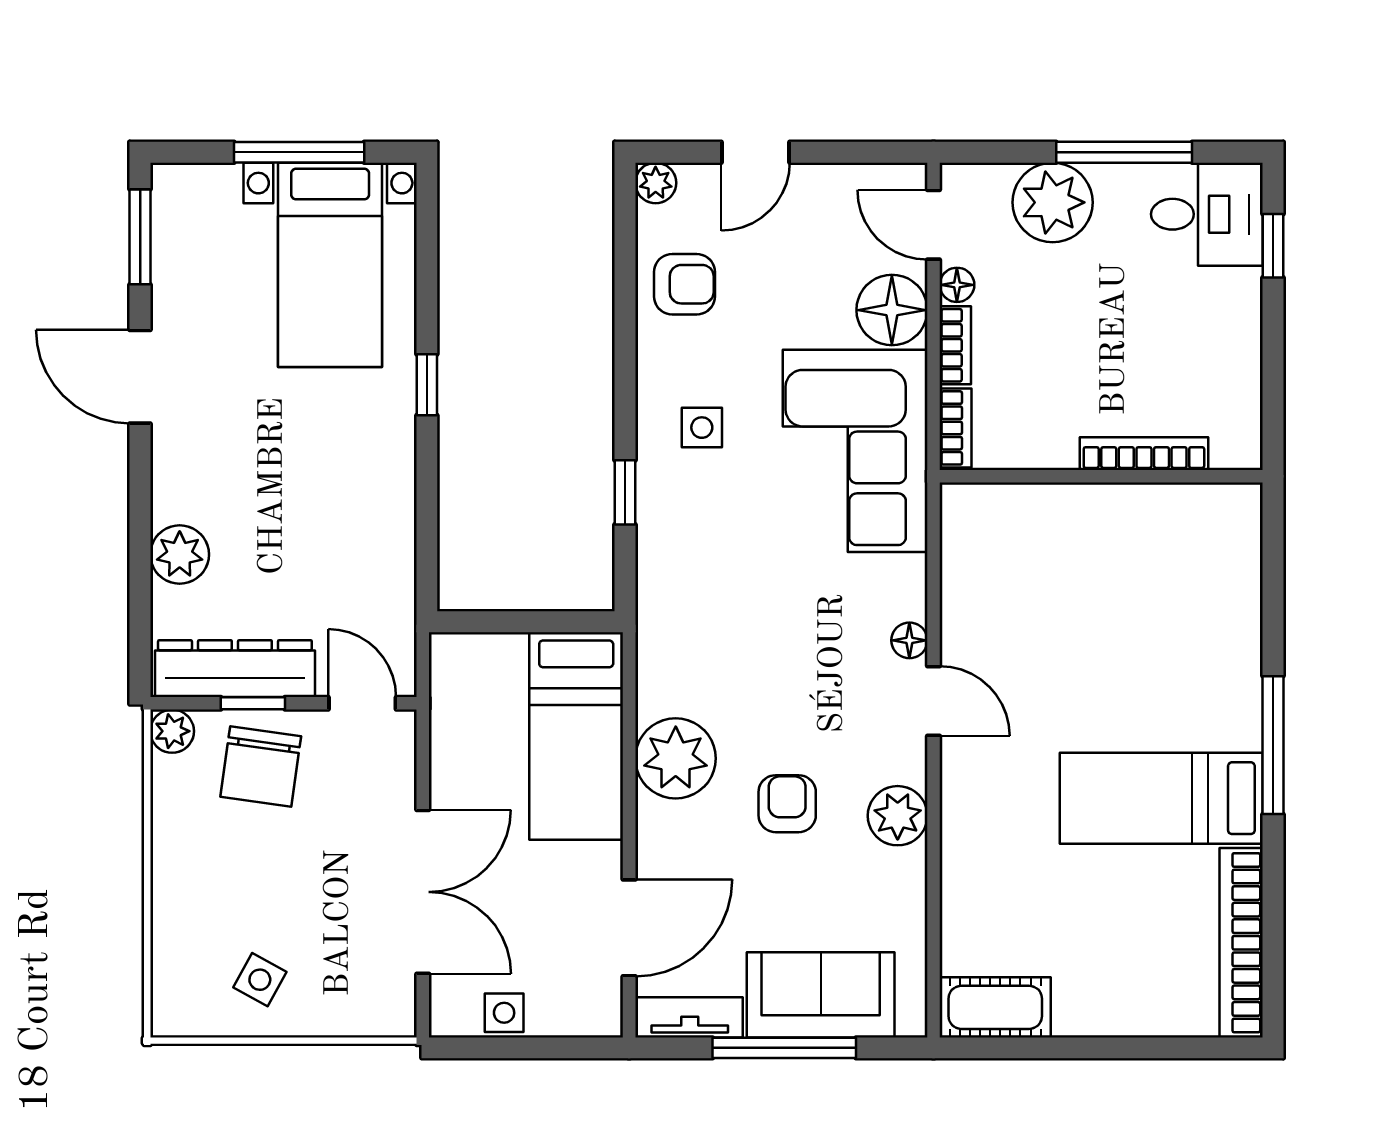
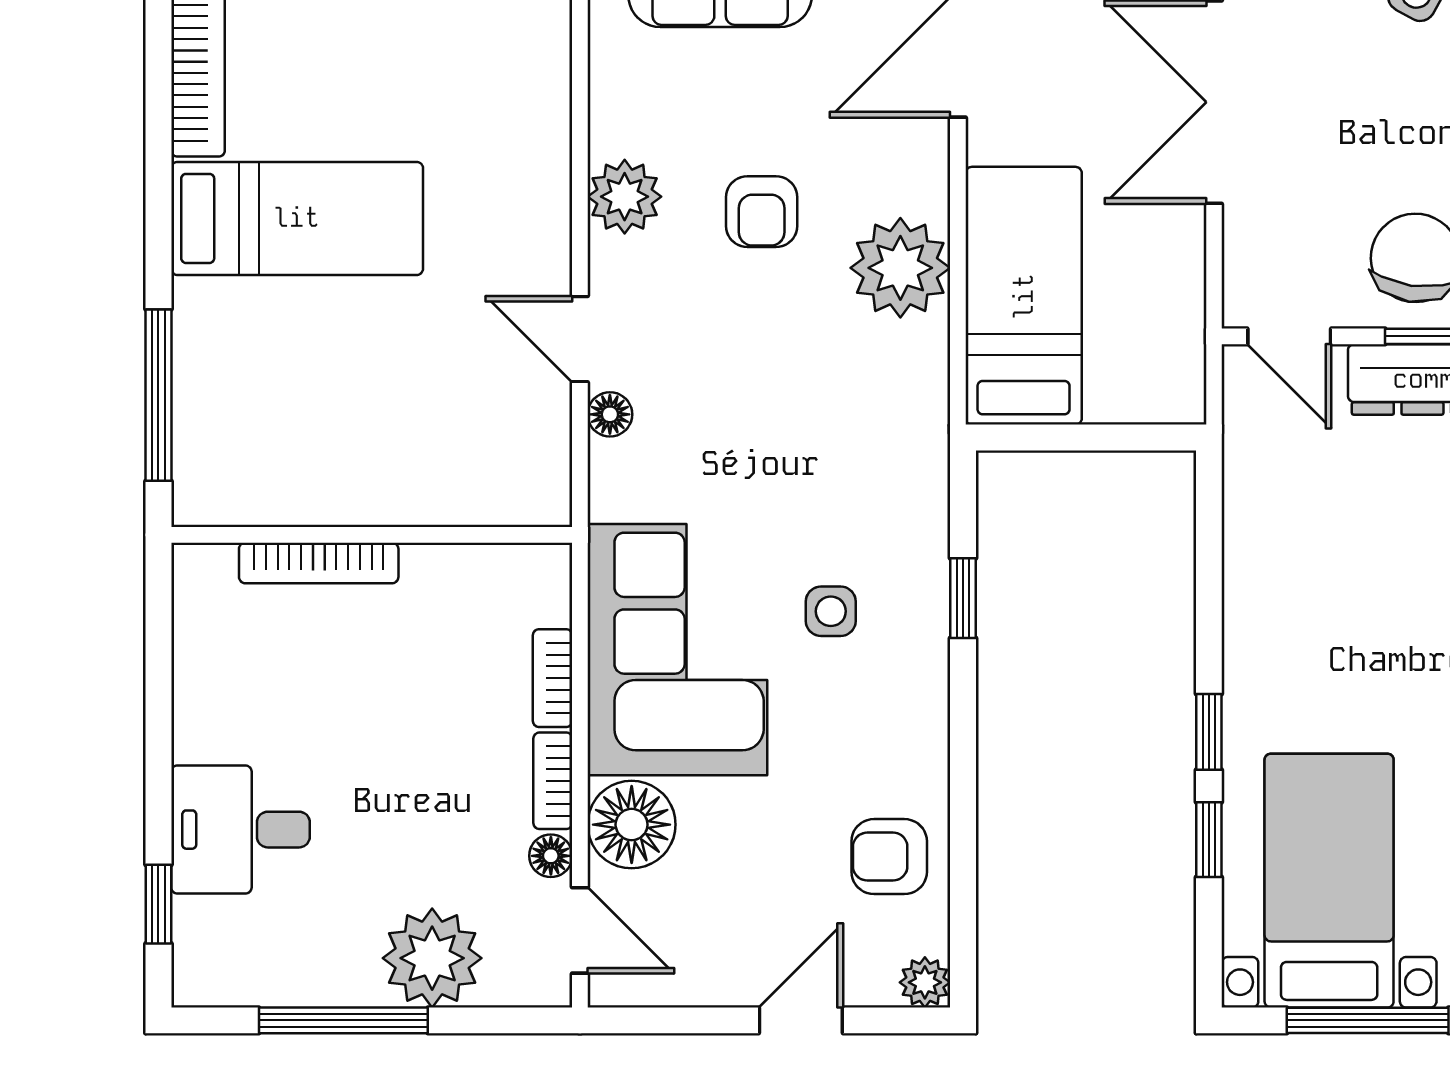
desk: (1207, 214) -> (240, 830), moved
window: (427, 298) -> (1209, 840), added
side table: (702, 428) -> (831, 611), moved
bookcase: (1144, 454) -> (319, 563), moved
wall: (1101, 476) -> (372, 535), moved
window: (1273, 745) -> (158, 395), moved

